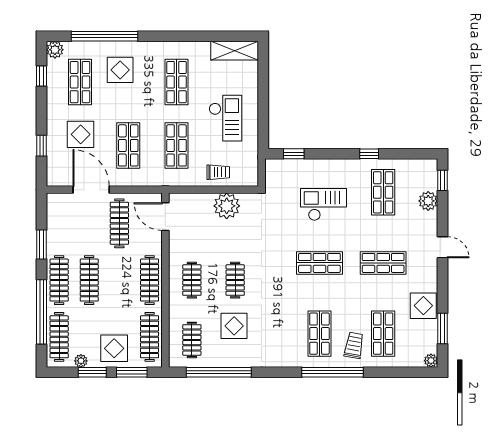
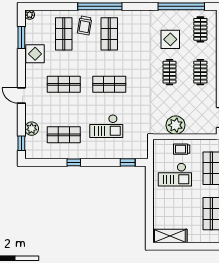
checkout: (225, 118) -> (175, 175), moved, turned -90
shop shelf: (383, 192) -> (64, 135), turned 90

